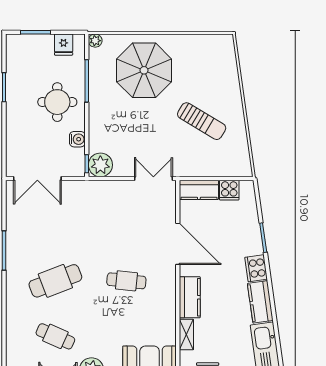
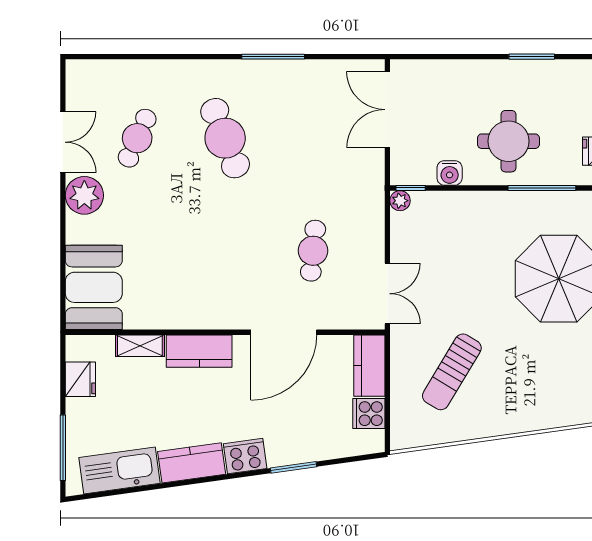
sun lounger: (202, 121) -> (452, 372), moved
plant: (100, 165) -> (400, 201), width x0.53, depth x0.53
cafe table: (126, 281) -> (313, 251), moved

